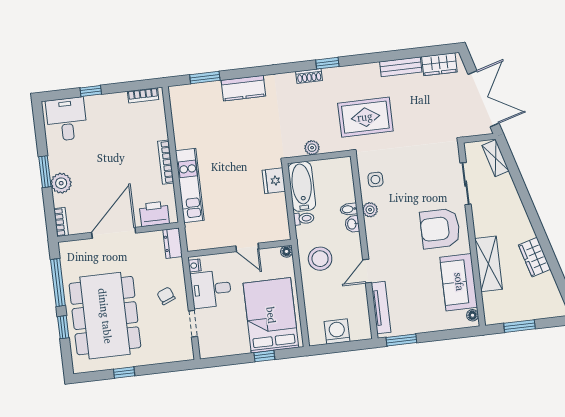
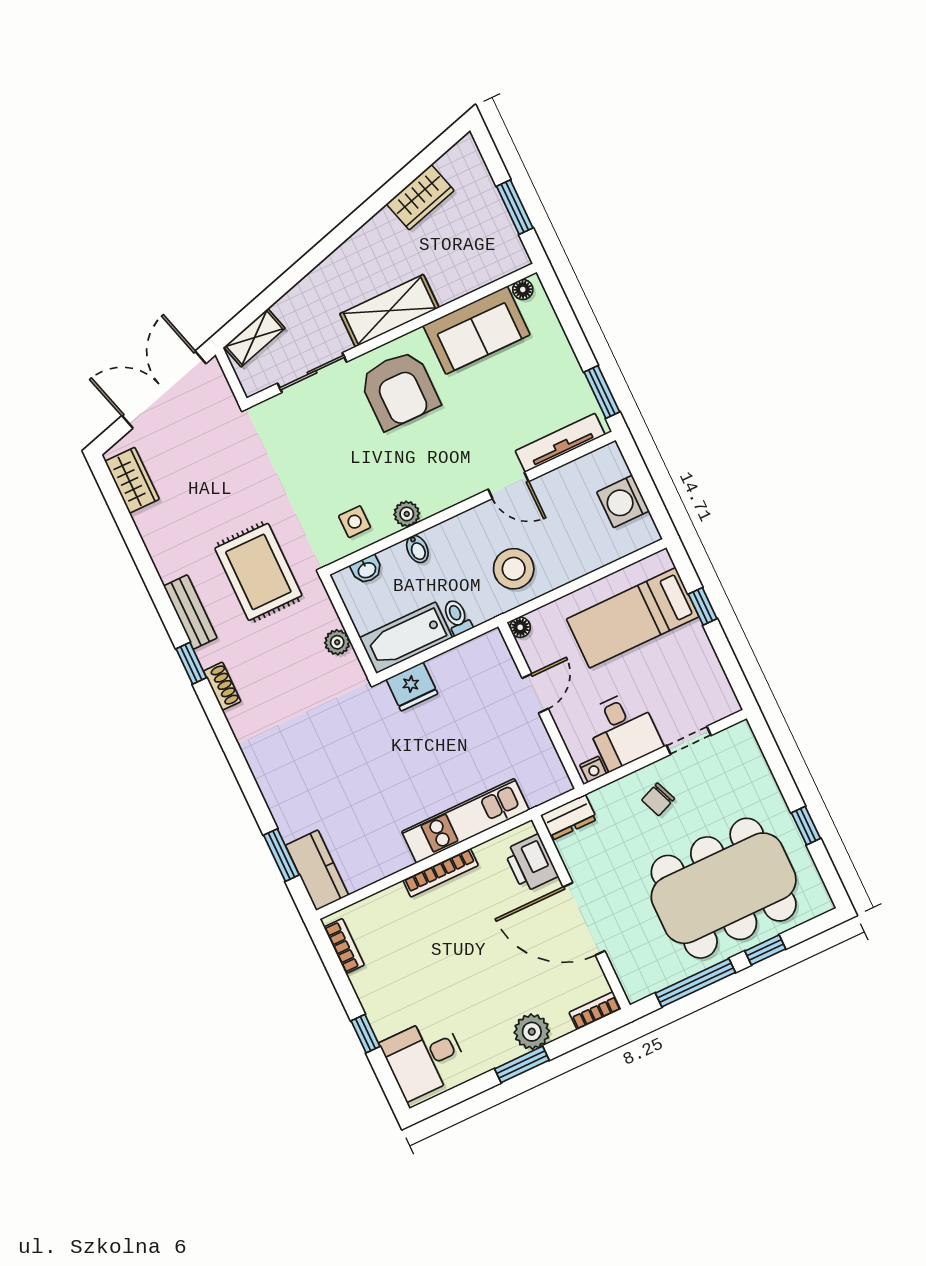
bench: (401, 67) -> (190, 612), moved
kitchen counter: (243, 88) -> (317, 870), moved
washbasin: (352, 224) -> (367, 570), moved
wardrobe: (535, 257) -> (420, 197), moved
shelving: (489, 264) -> (389, 311), moved
bed: (271, 315) -> (633, 618), width x0.67

